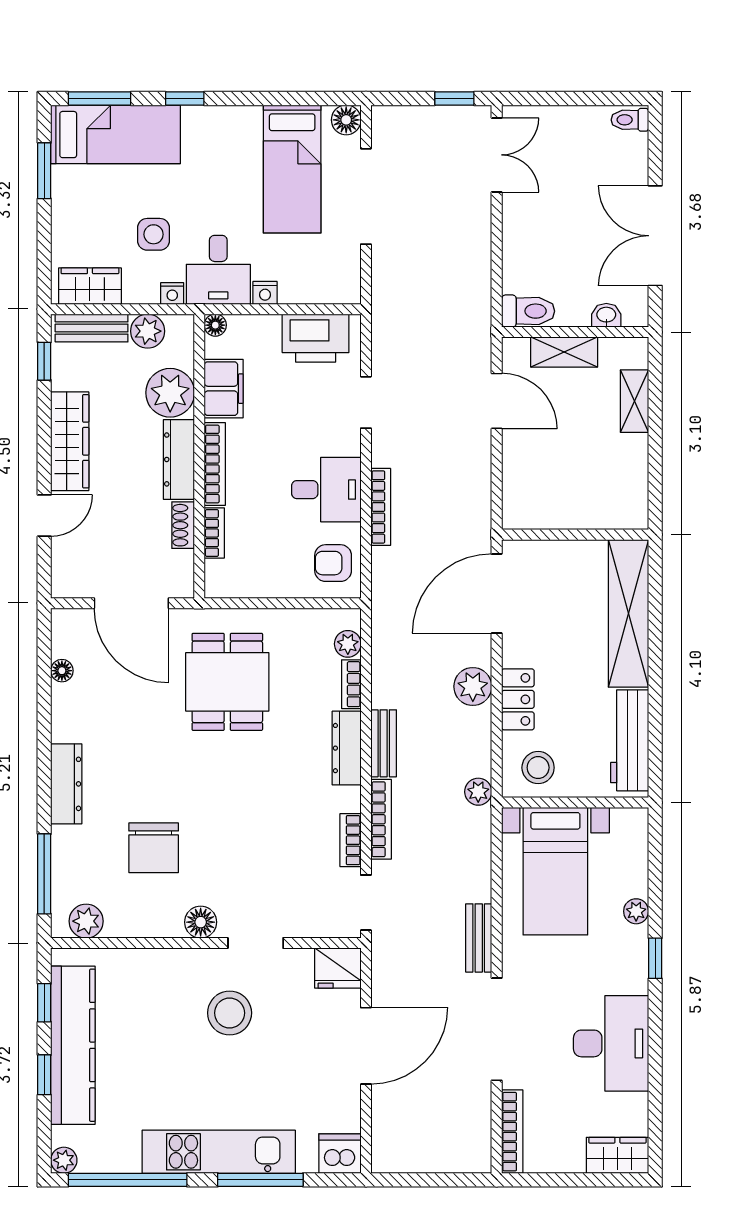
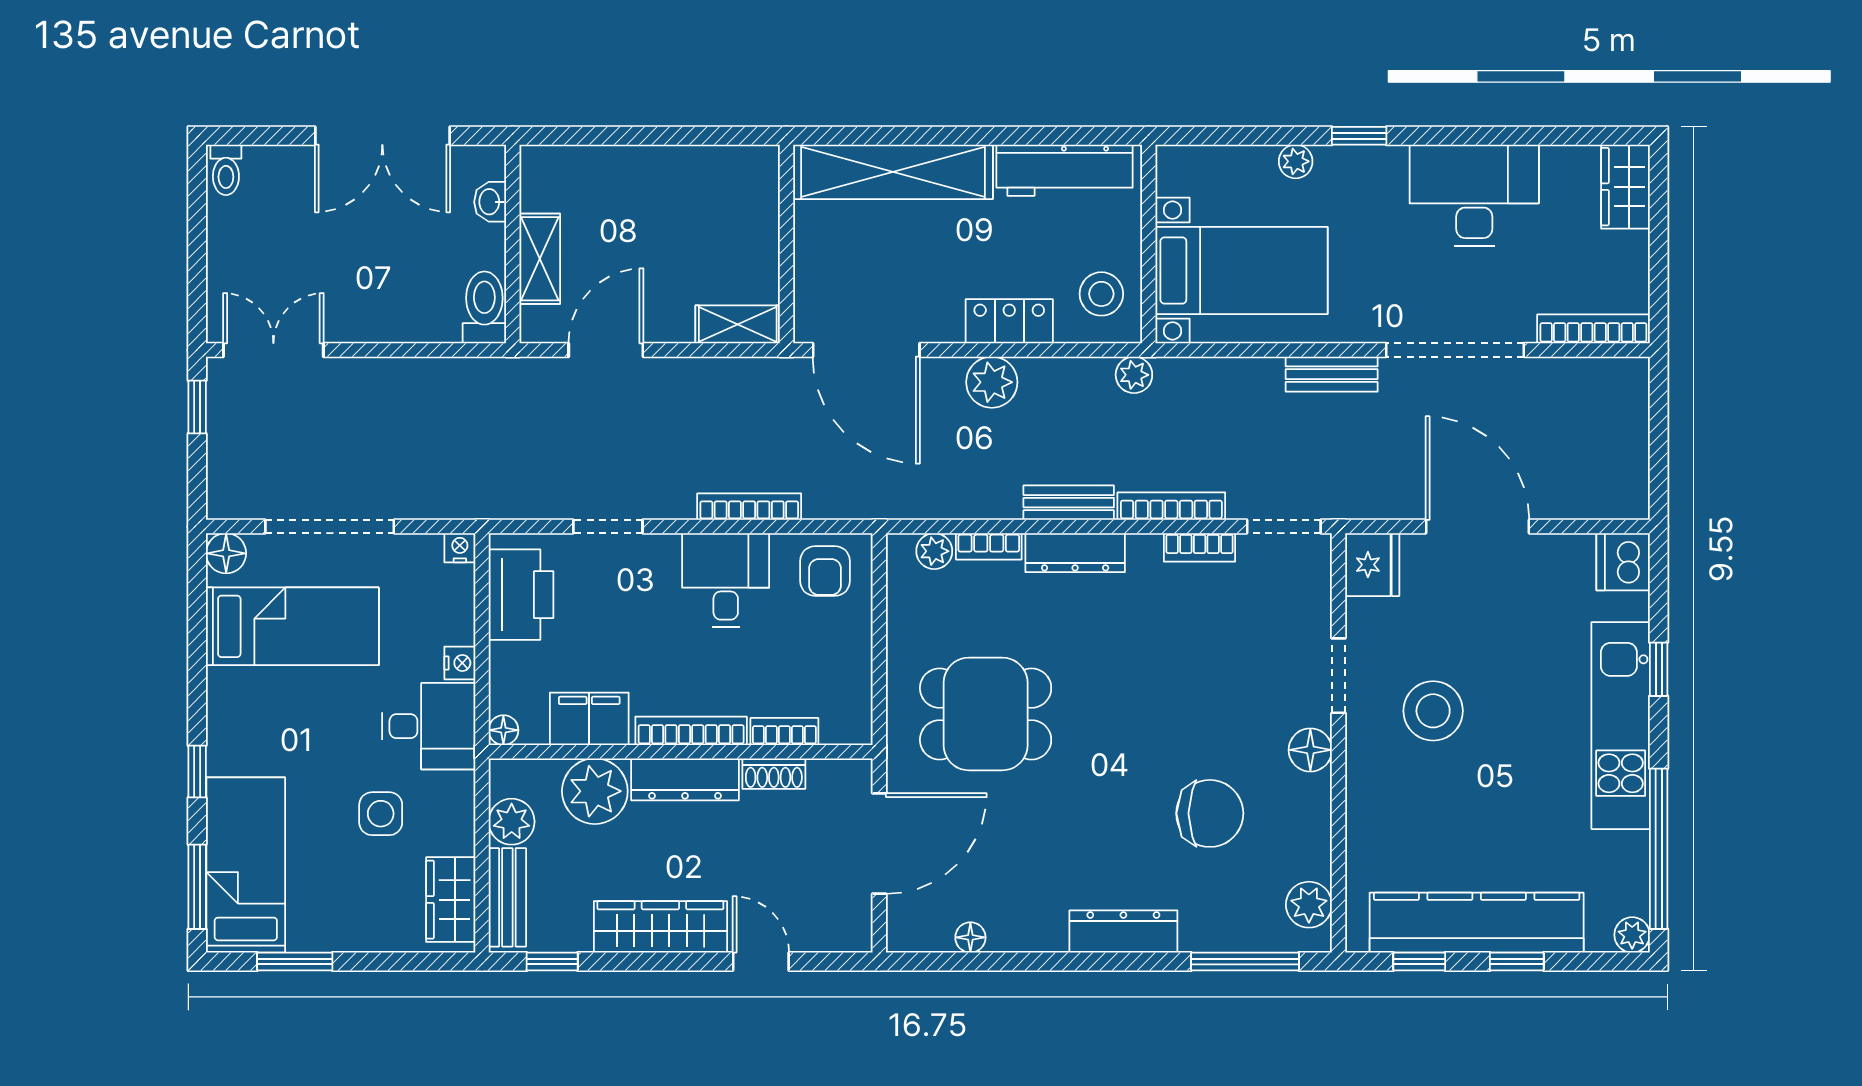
nightstand: (172, 293) -> (460, 548), moved, turned -90
shelving: (634, 401) -> (738, 324), moved
window: (260, 1180) -> (1659, 669), width x0.46

